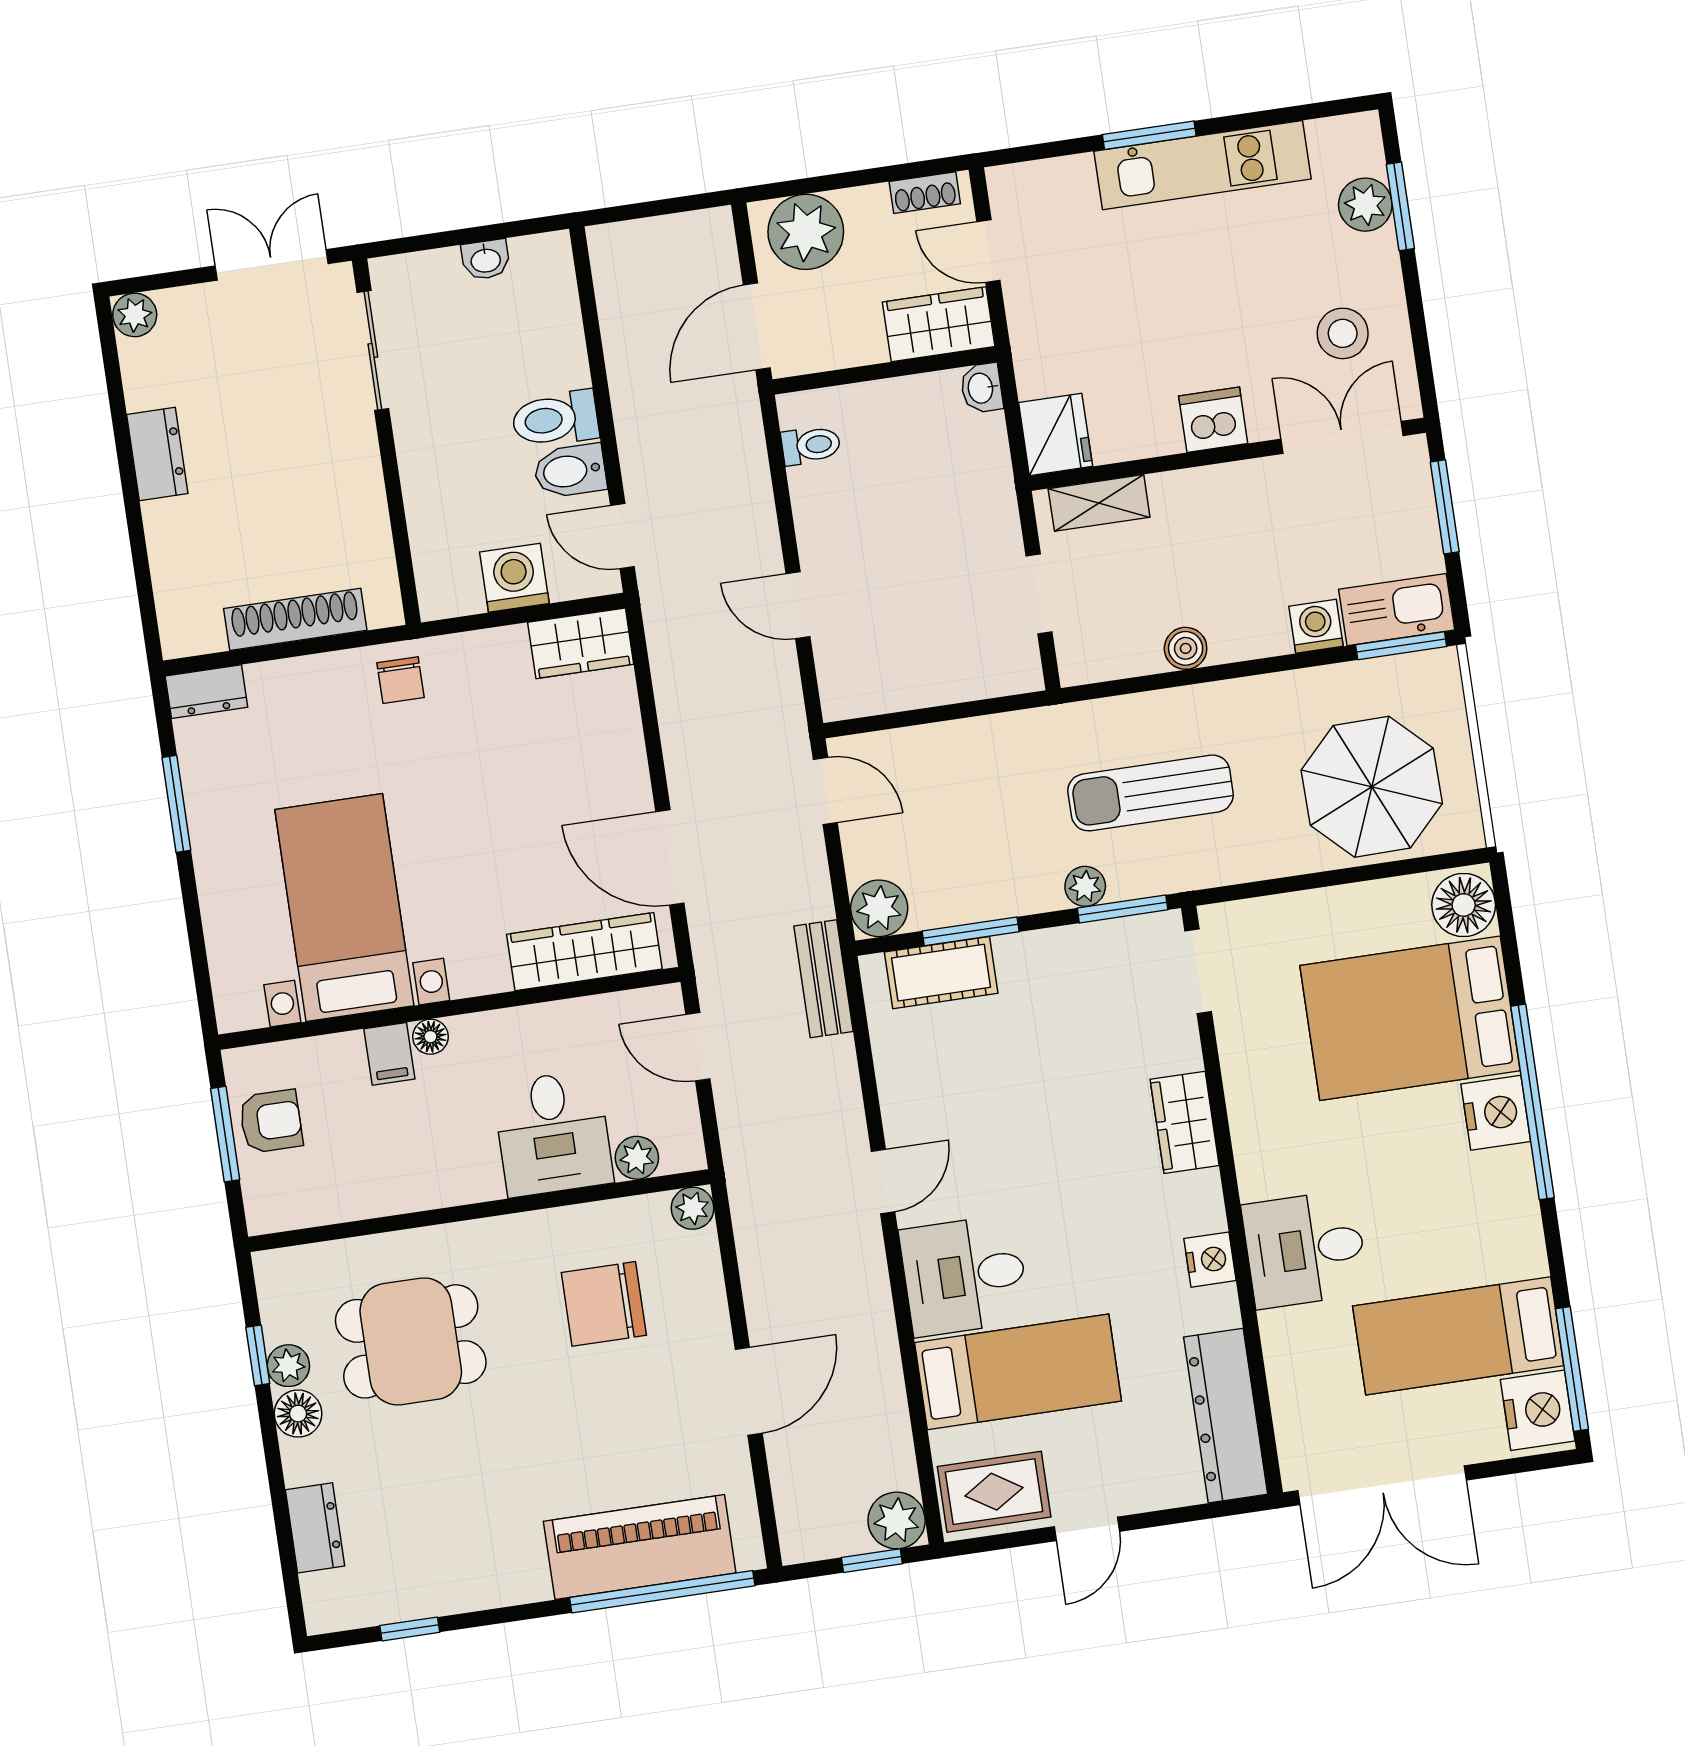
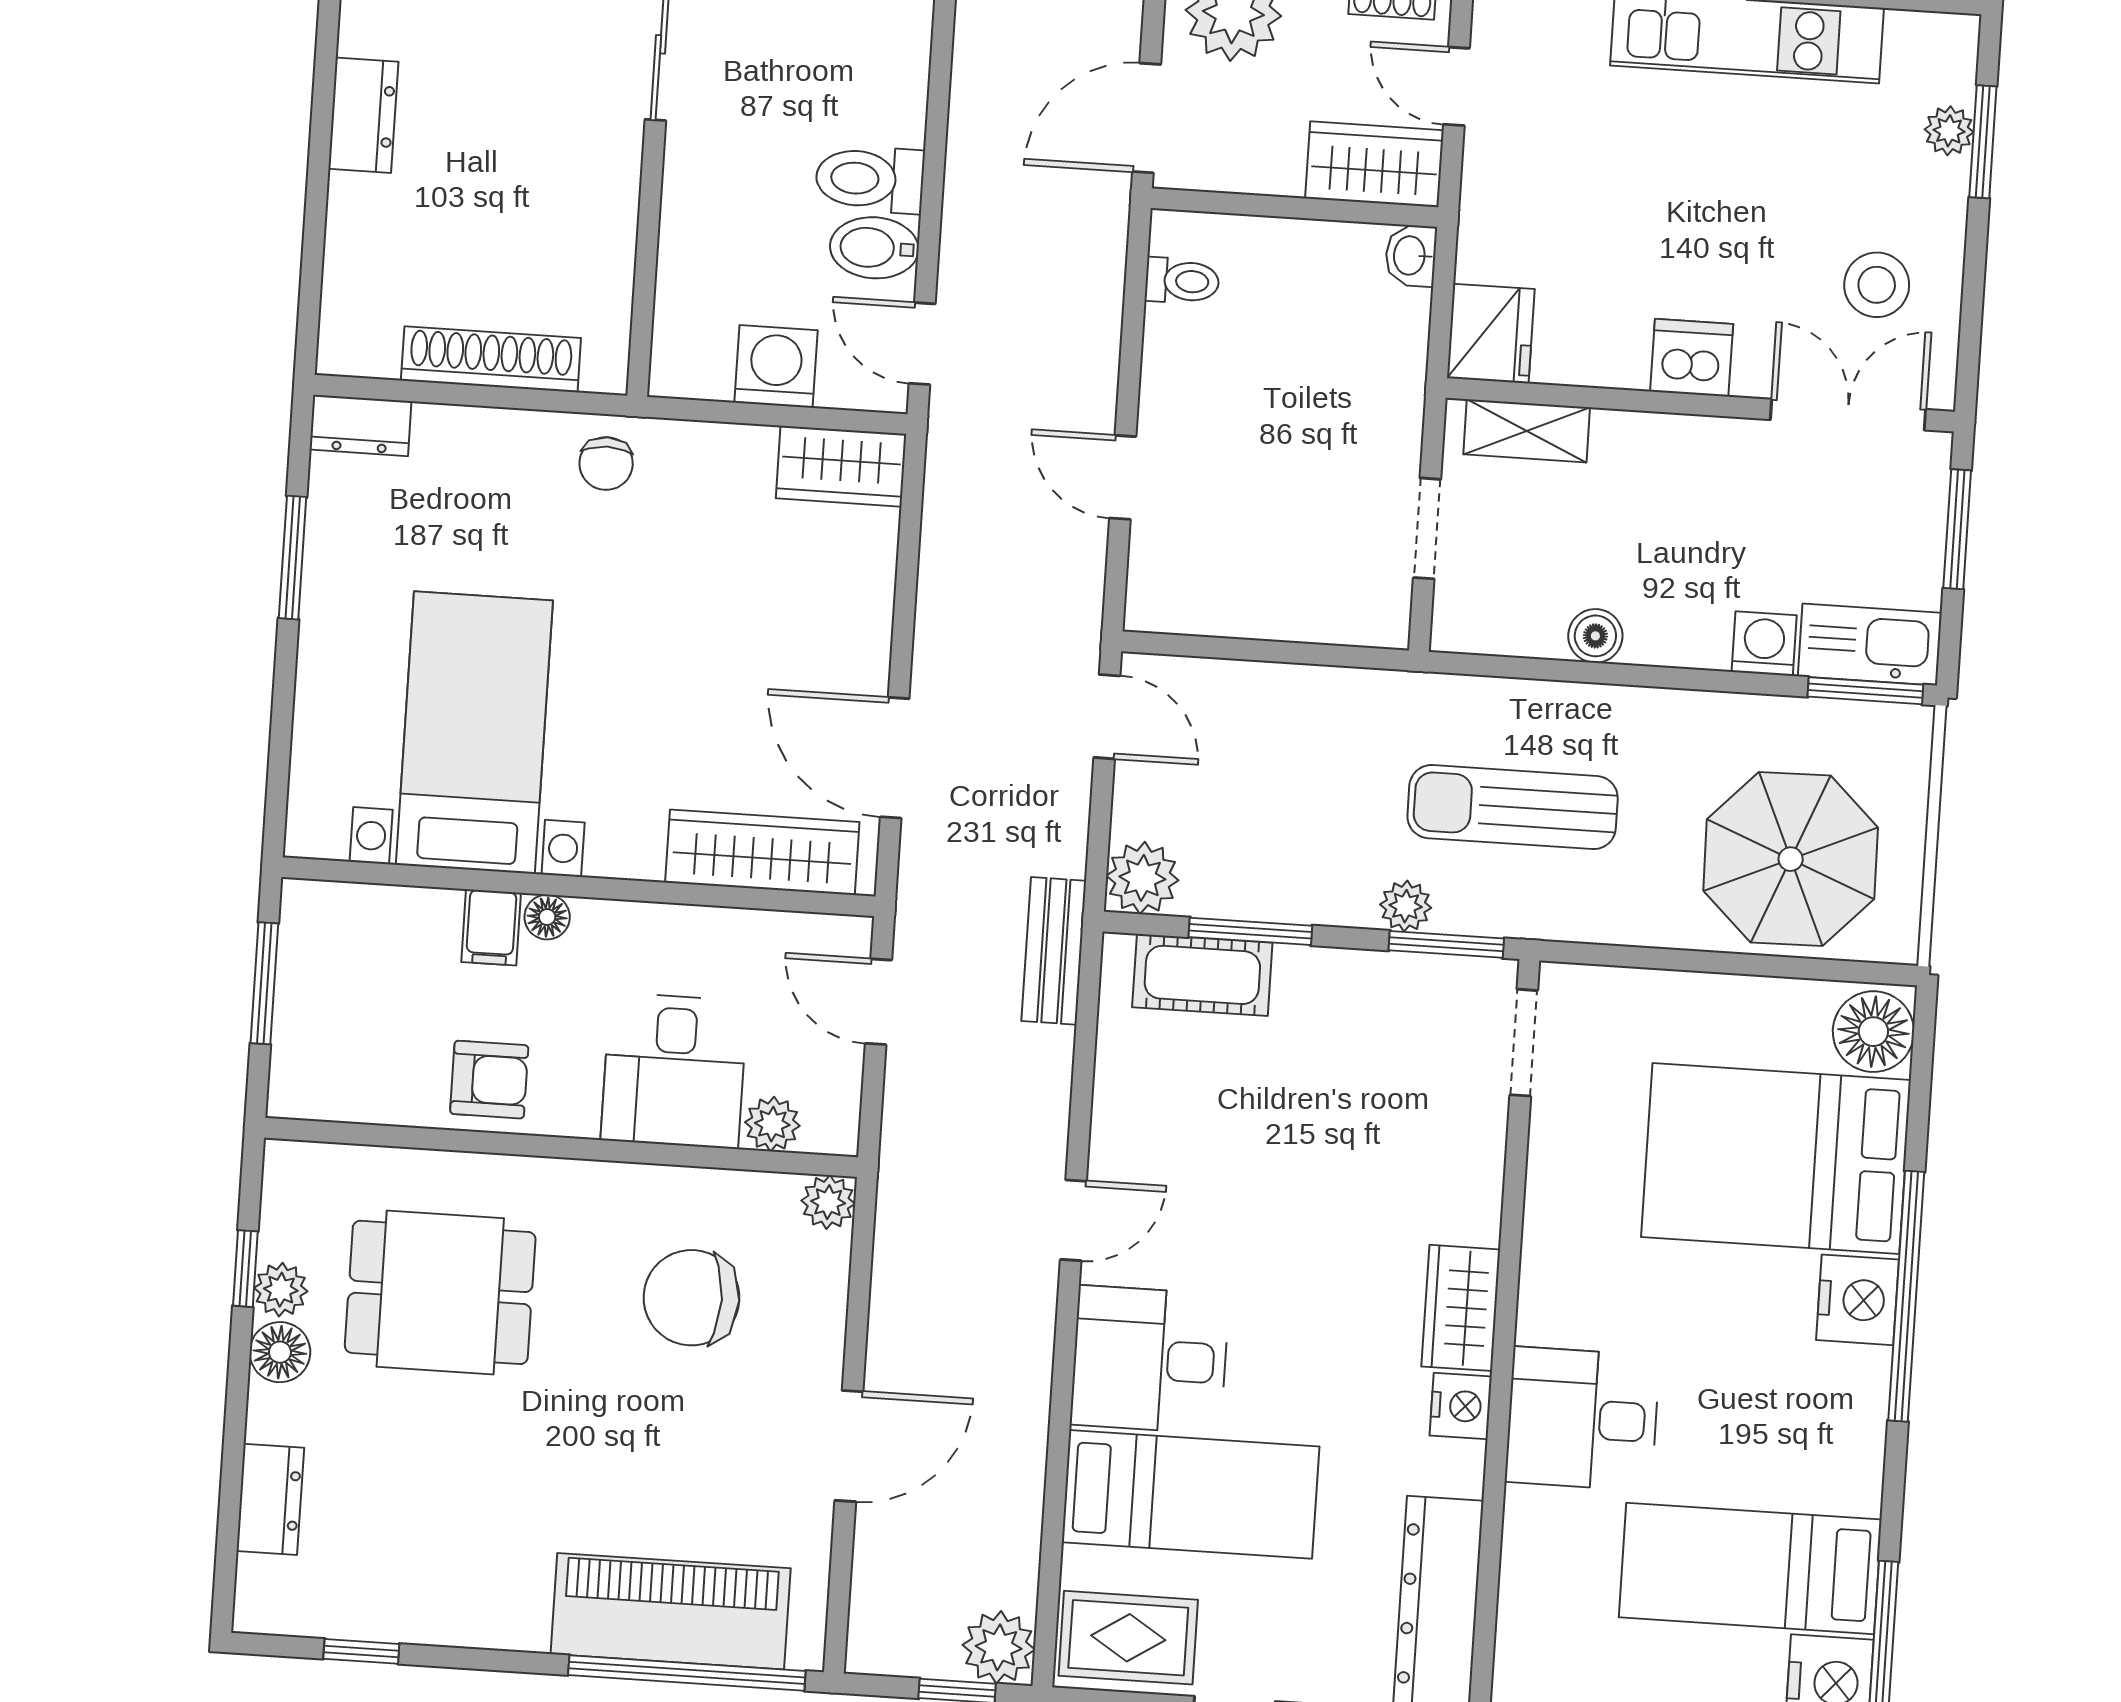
plant: (1365, 205) -> (1949, 131), width x0.73, depth x0.73
armchair: (271, 1121) -> (489, 1080), moved
wardrobe: (1185, 1122) -> (1461, 1308), moved

